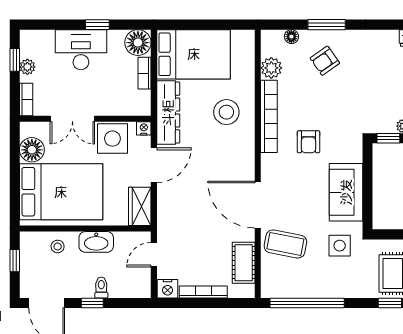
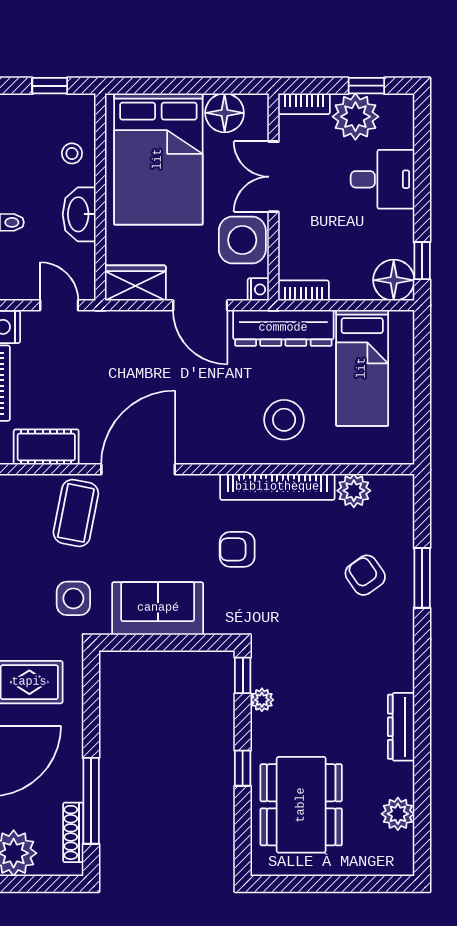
window: (97, 25) -> (422, 261), moved
floor lamp: (291, 37) -> (403, 522), removed
desk: (81, 50) -> (383, 179), width x0.73
bed: (194, 54) -> (362, 368), width x0.67
plant: (27, 67) -> (355, 117), width x1.87, depth x1.87
bookcase: (145, 73) -> (303, 291), moved

